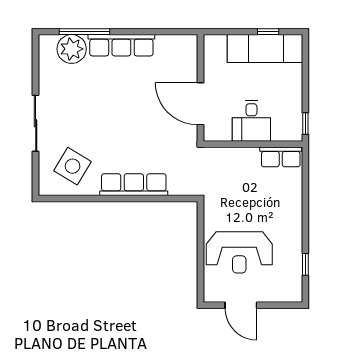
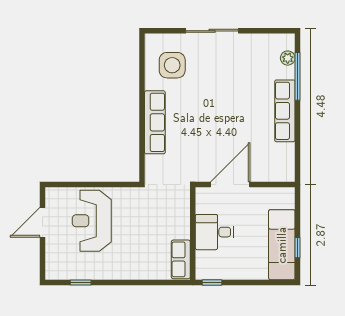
plant: (72, 49) -> (288, 58), width x0.53, depth x0.53
side table: (73, 166) -> (172, 65), turned -31

